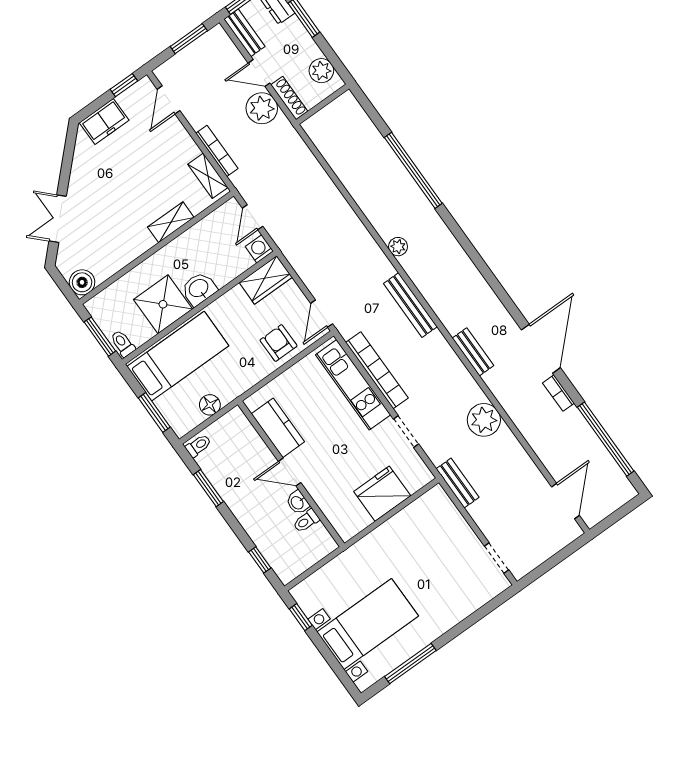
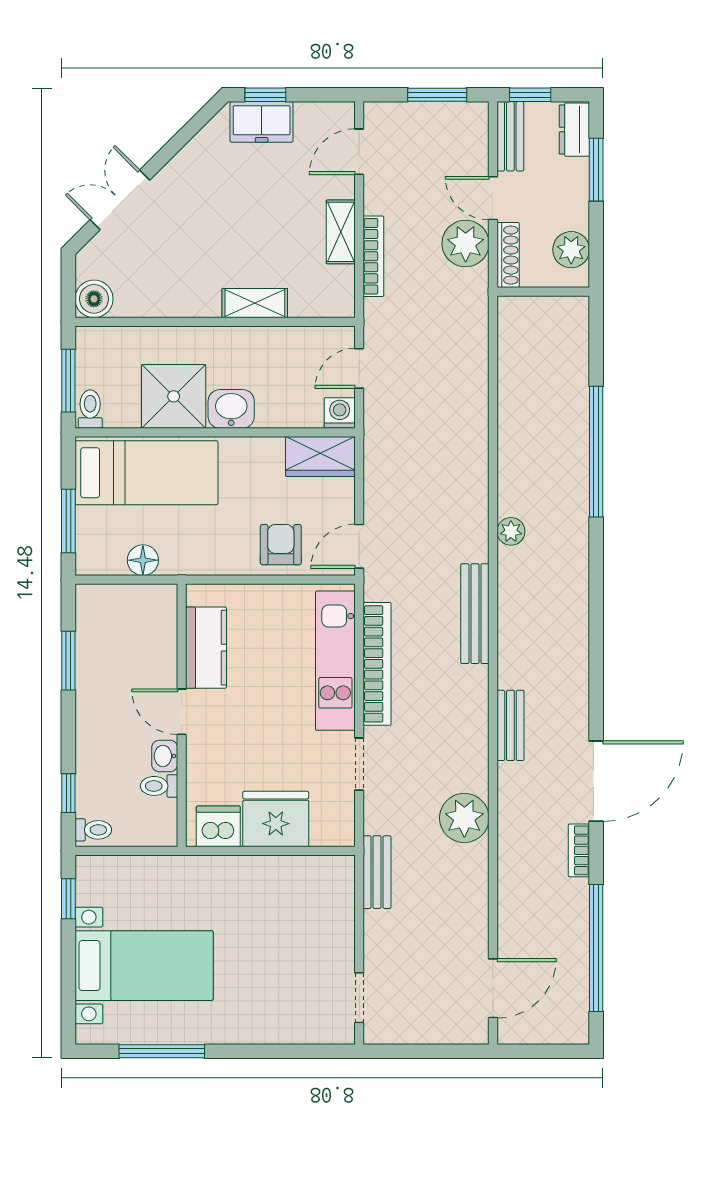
window: (124, 85) -> (265, 95), moved
shelving: (208, 176) -> (341, 232), moved
toilet: (198, 446) -> (93, 830), moved
dishwasher: (354, 520) -> (218, 826), added

